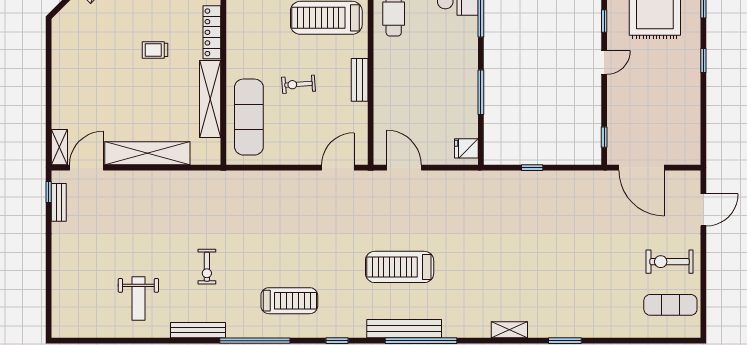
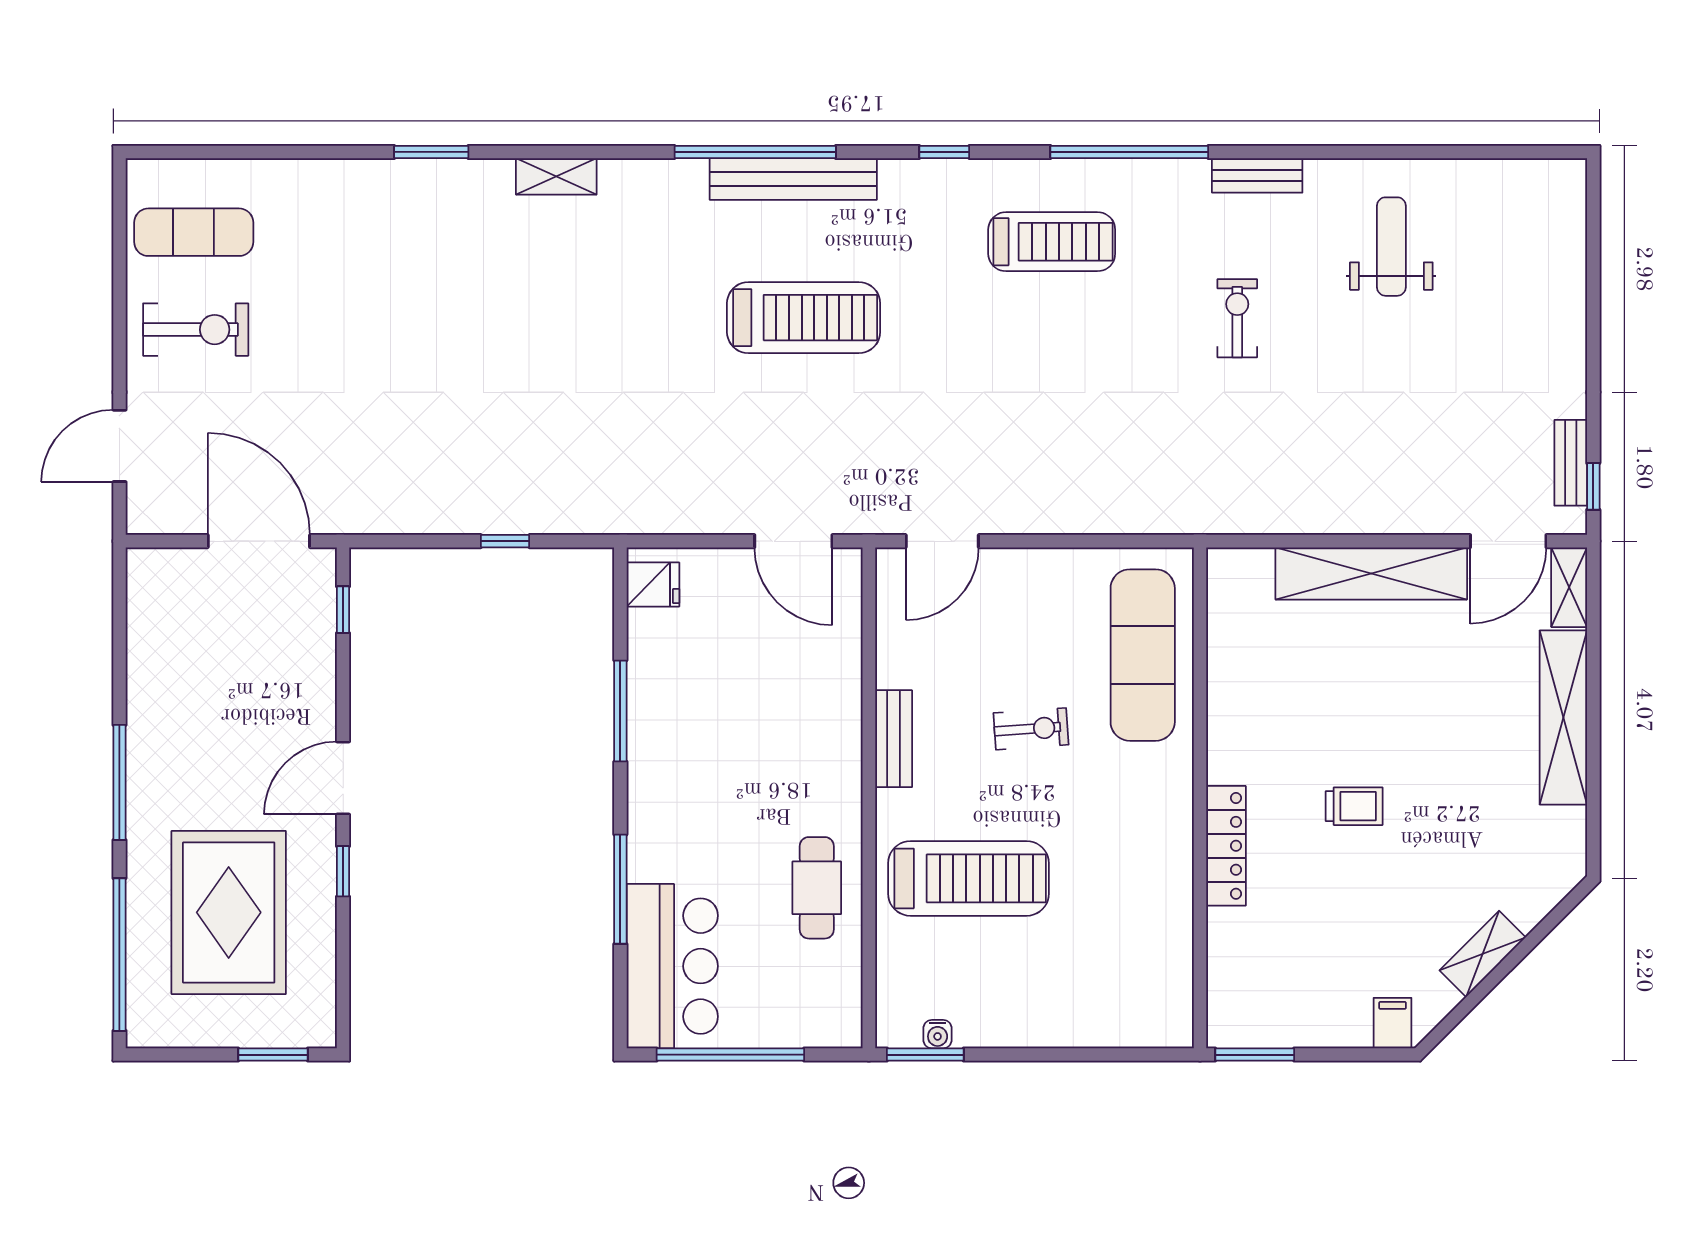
window: (703, 60) -> (119, 782), width x2.17
door: (604, 62) -> (343, 778), width x1.38
shelving: (210, 99) -> (1563, 717), moved
treadmill: (289, 301) -> (1052, 242), turned 180
bench: (198, 330) -> (1257, 175), width x0.73

